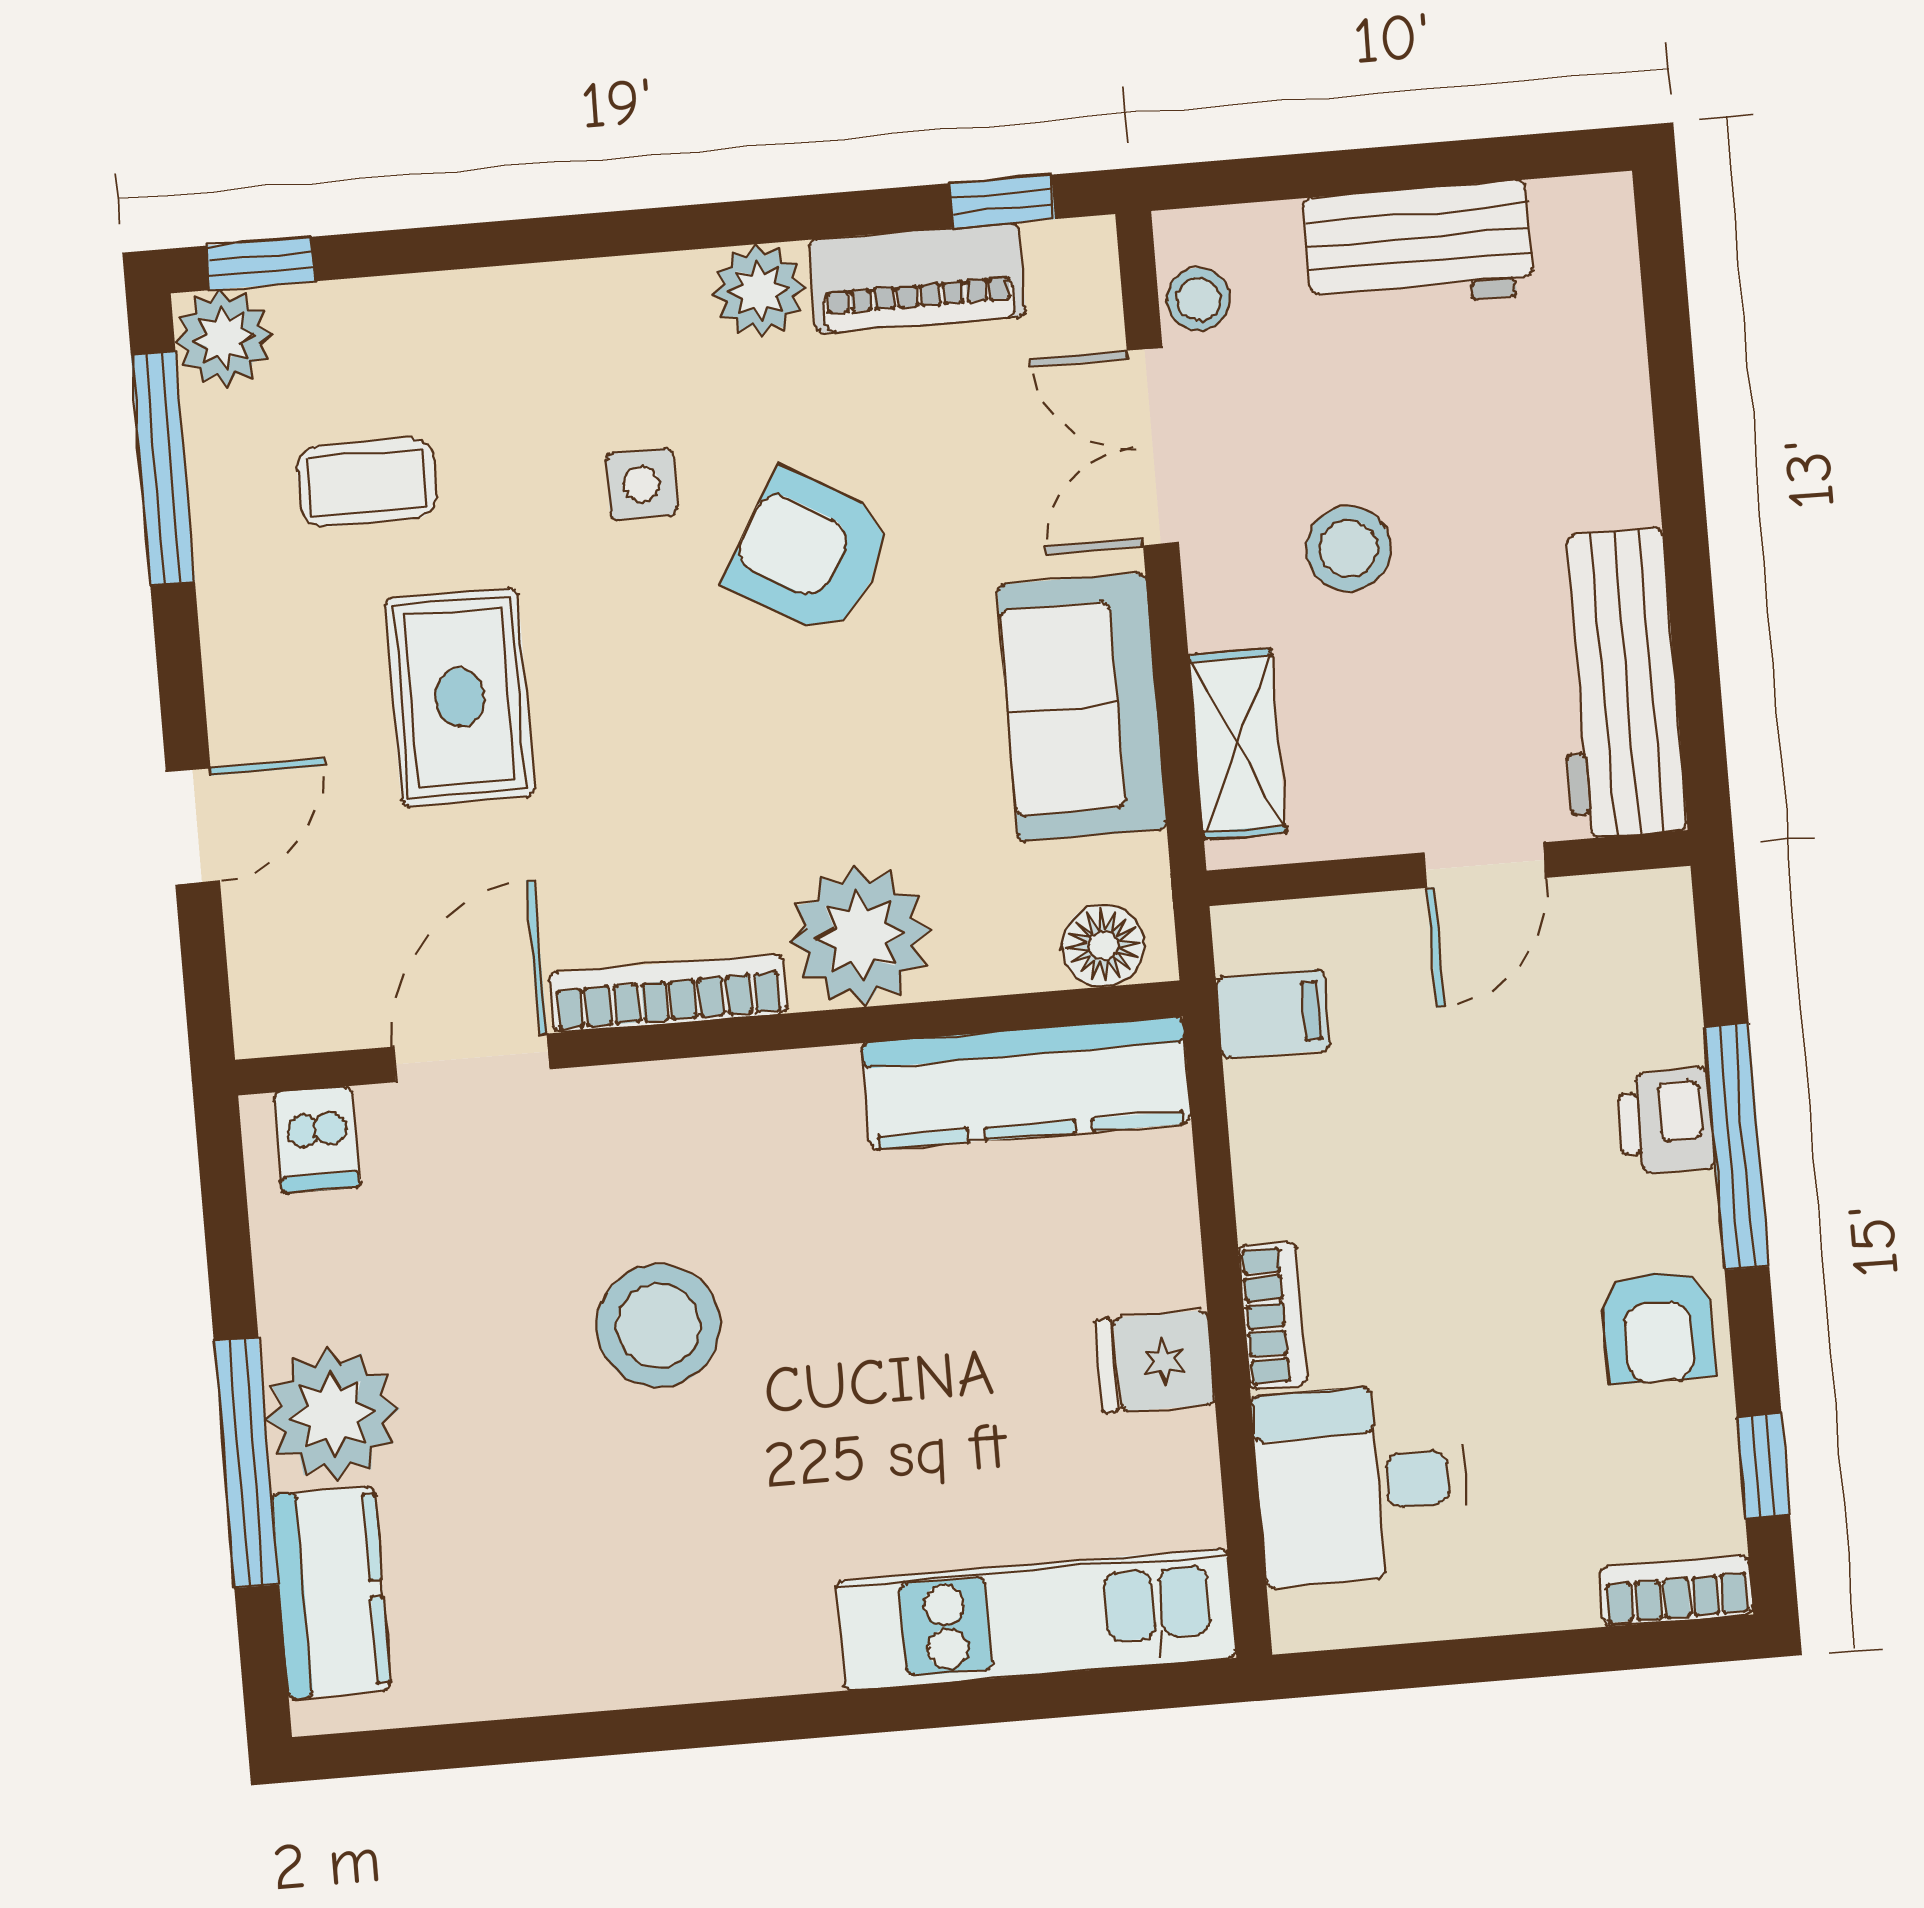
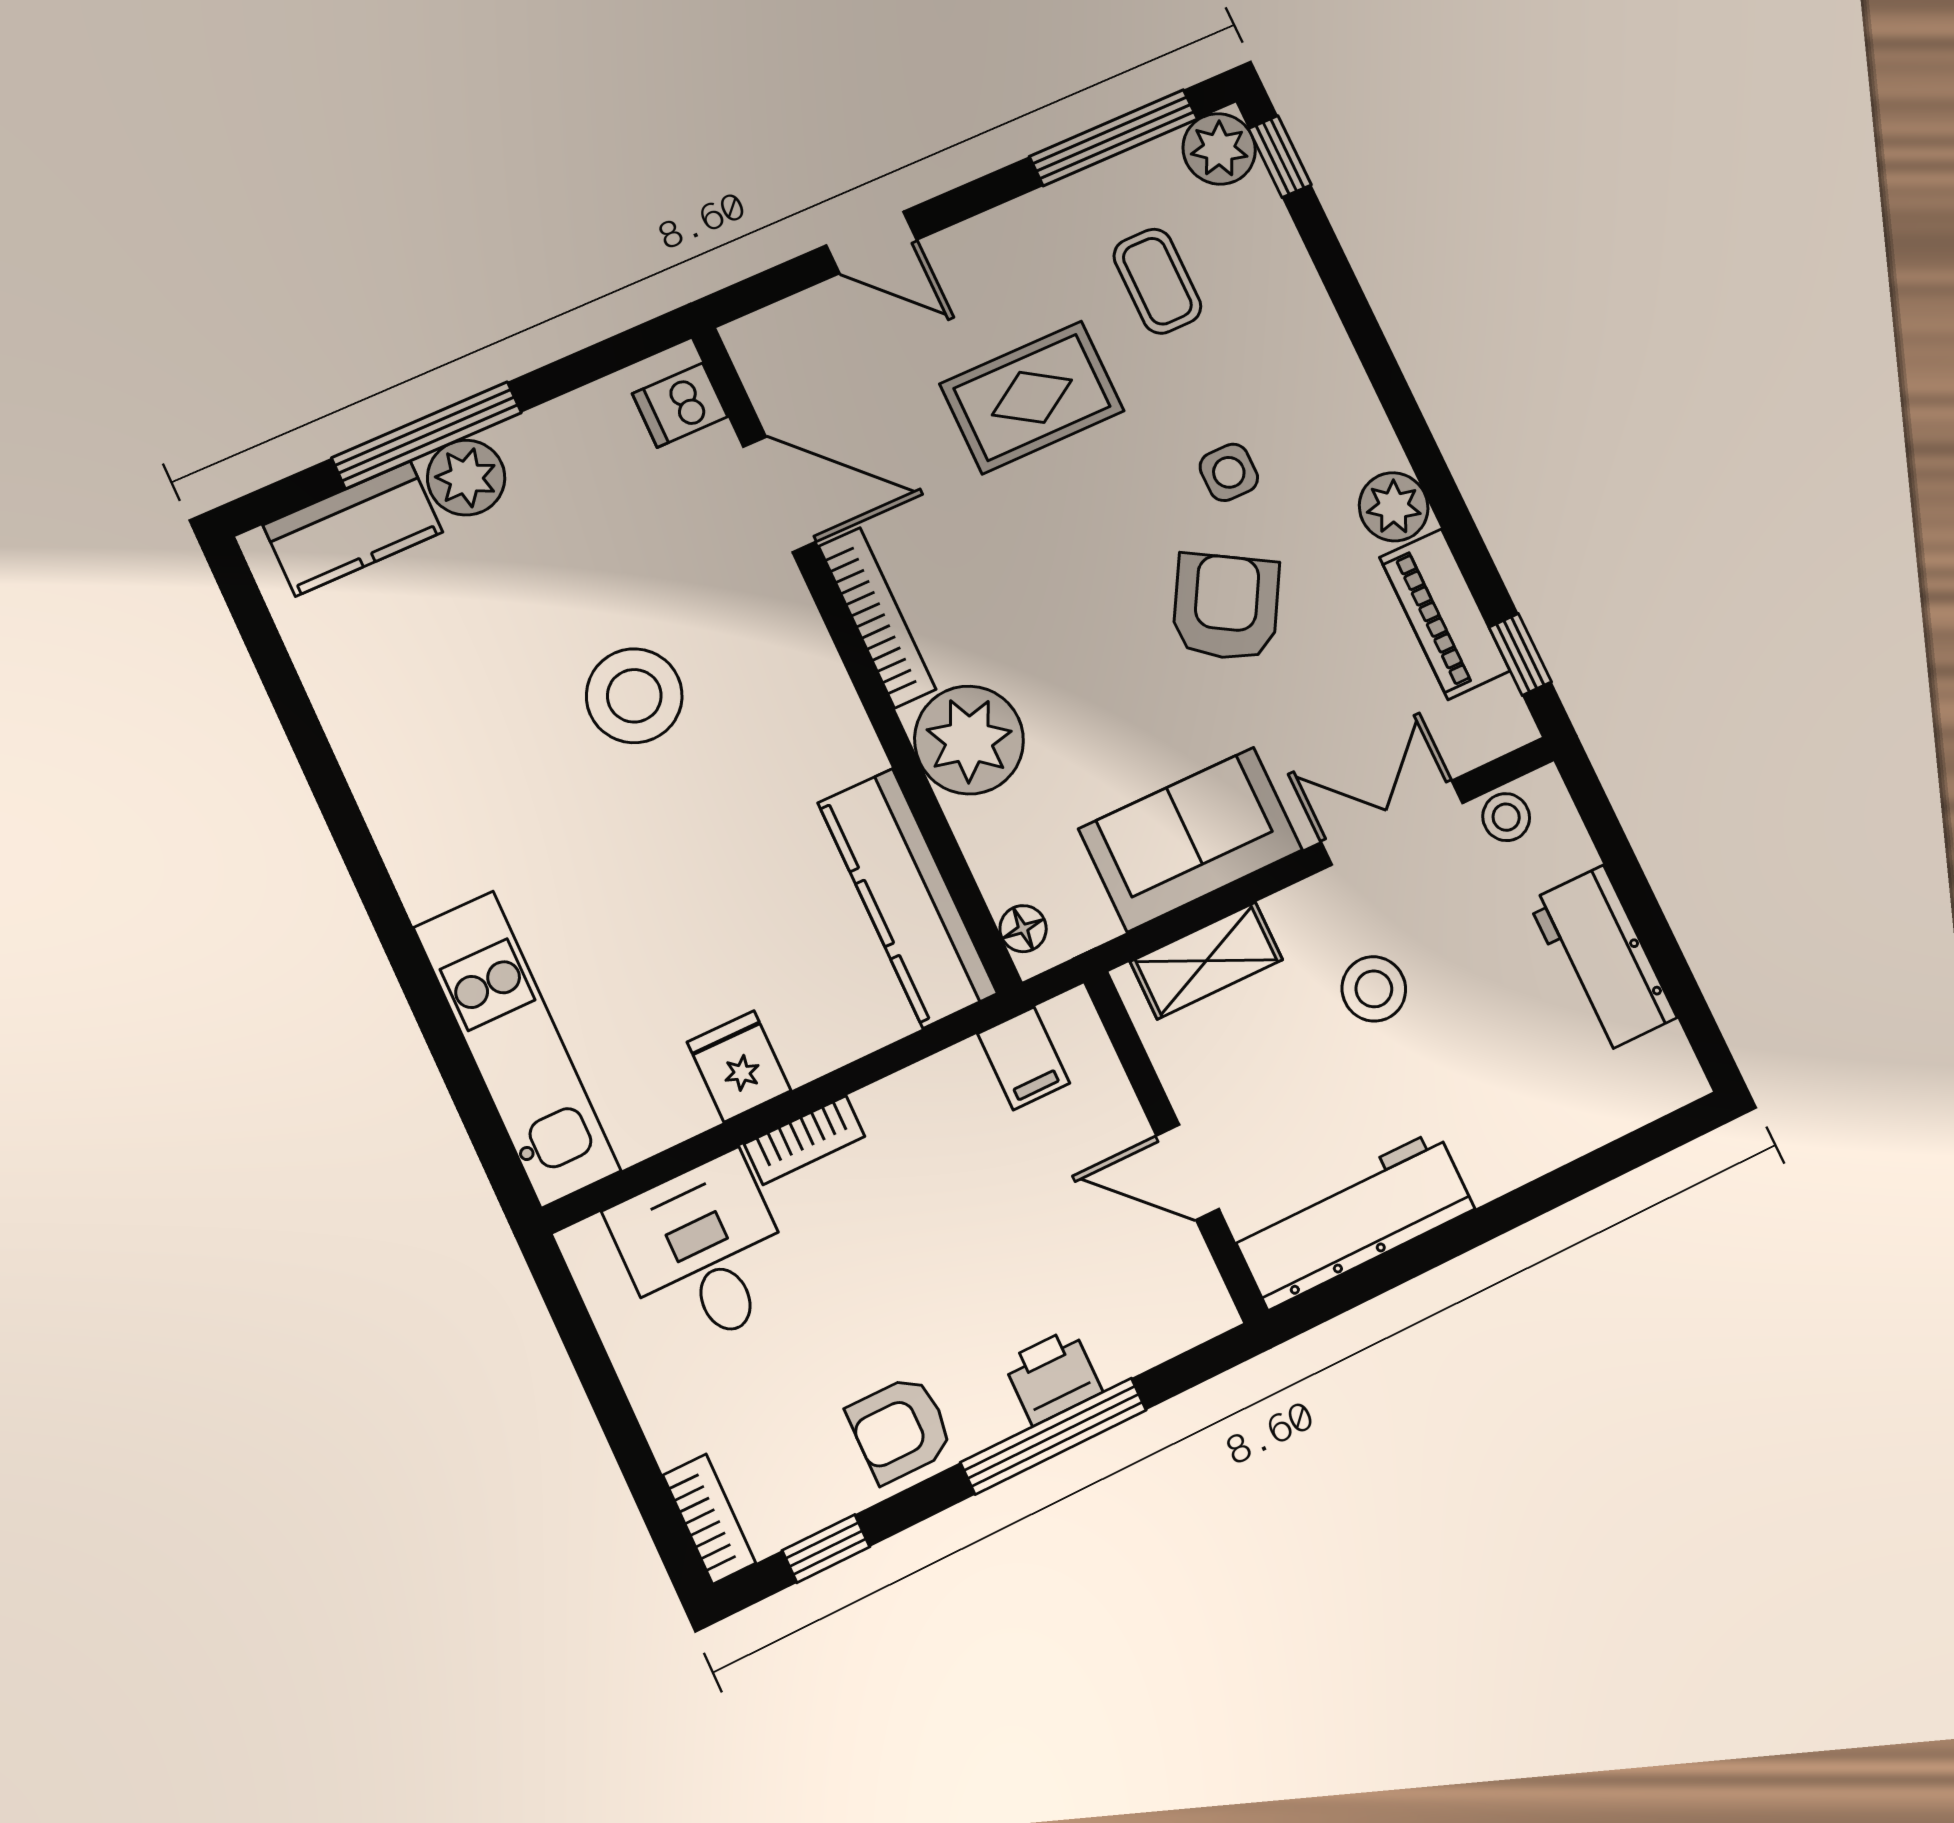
floor lamp: (1103, 945) -> (1023, 929), width x0.73, depth x0.73
plant: (333, 1414) -> (466, 478), width x0.73, depth x0.73

